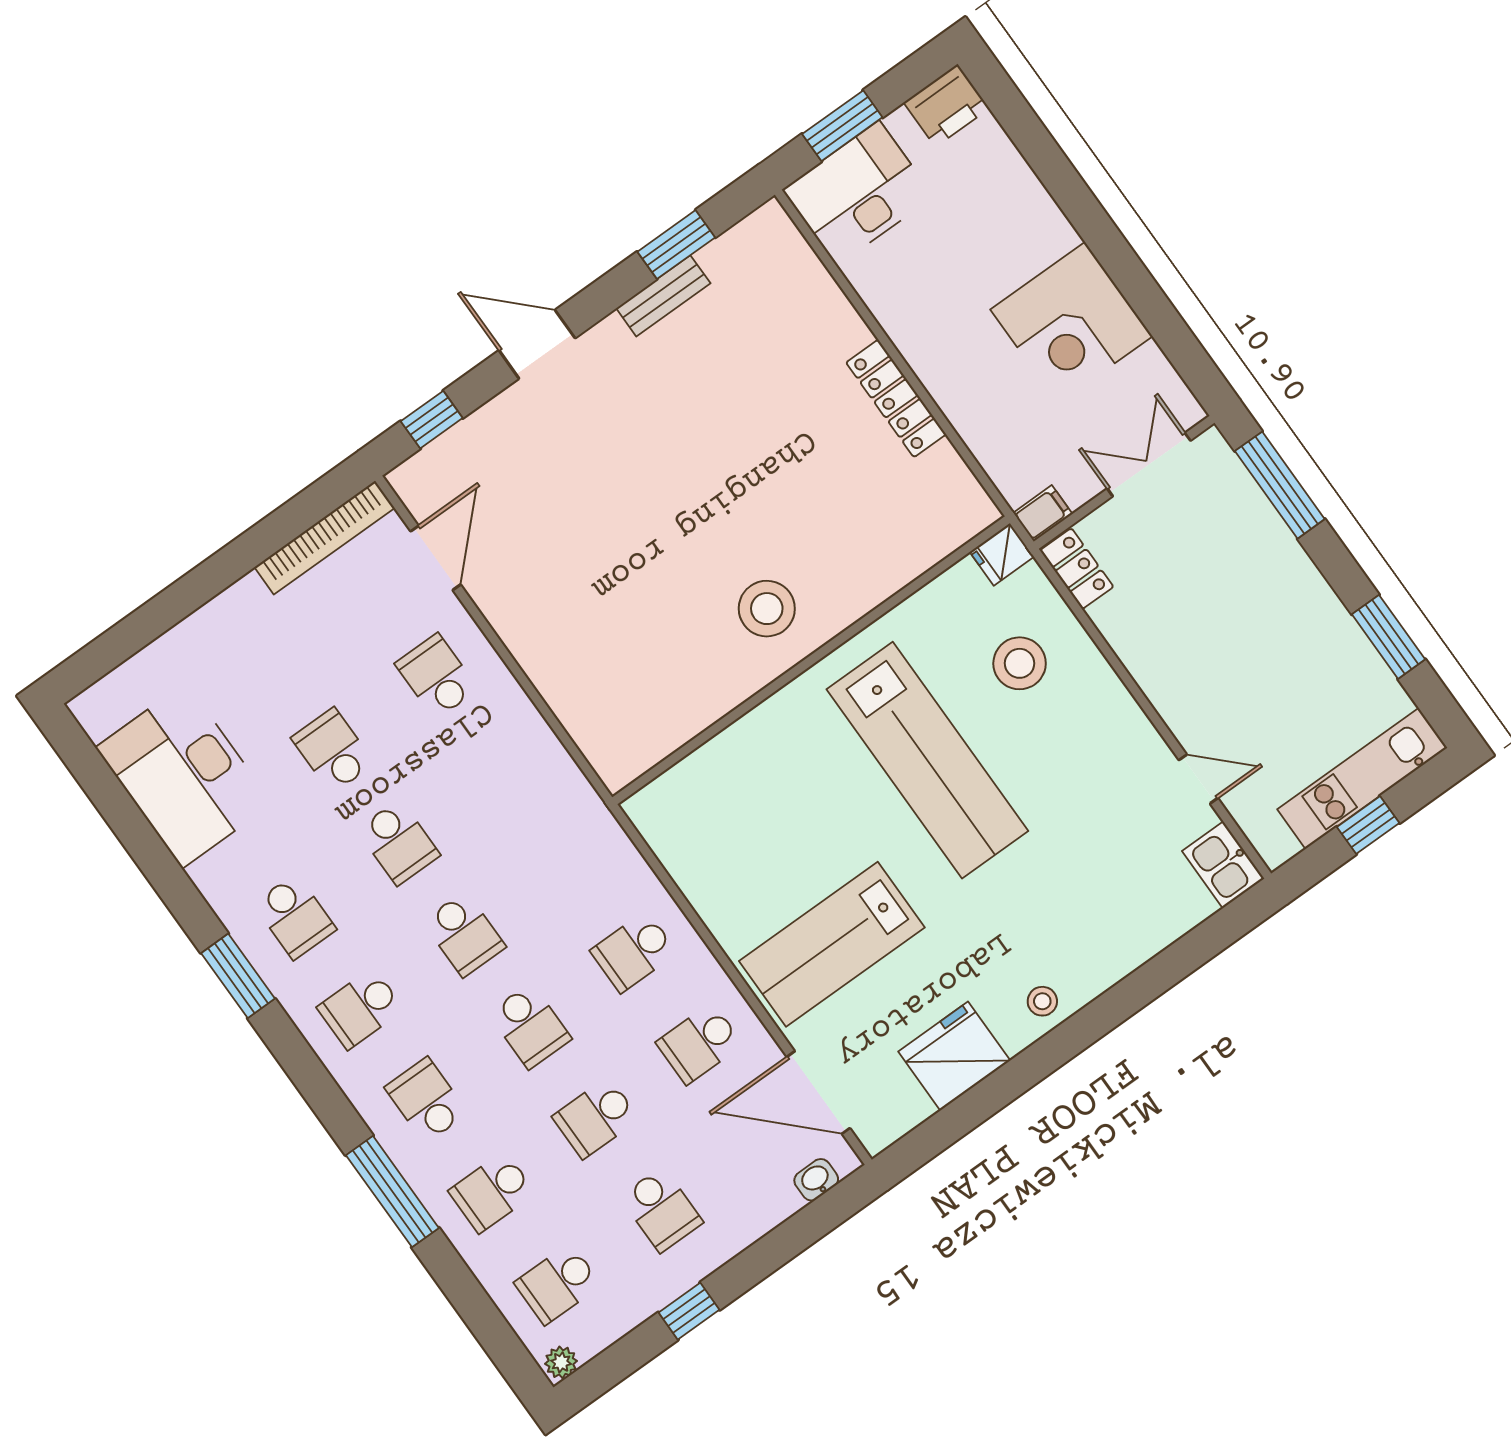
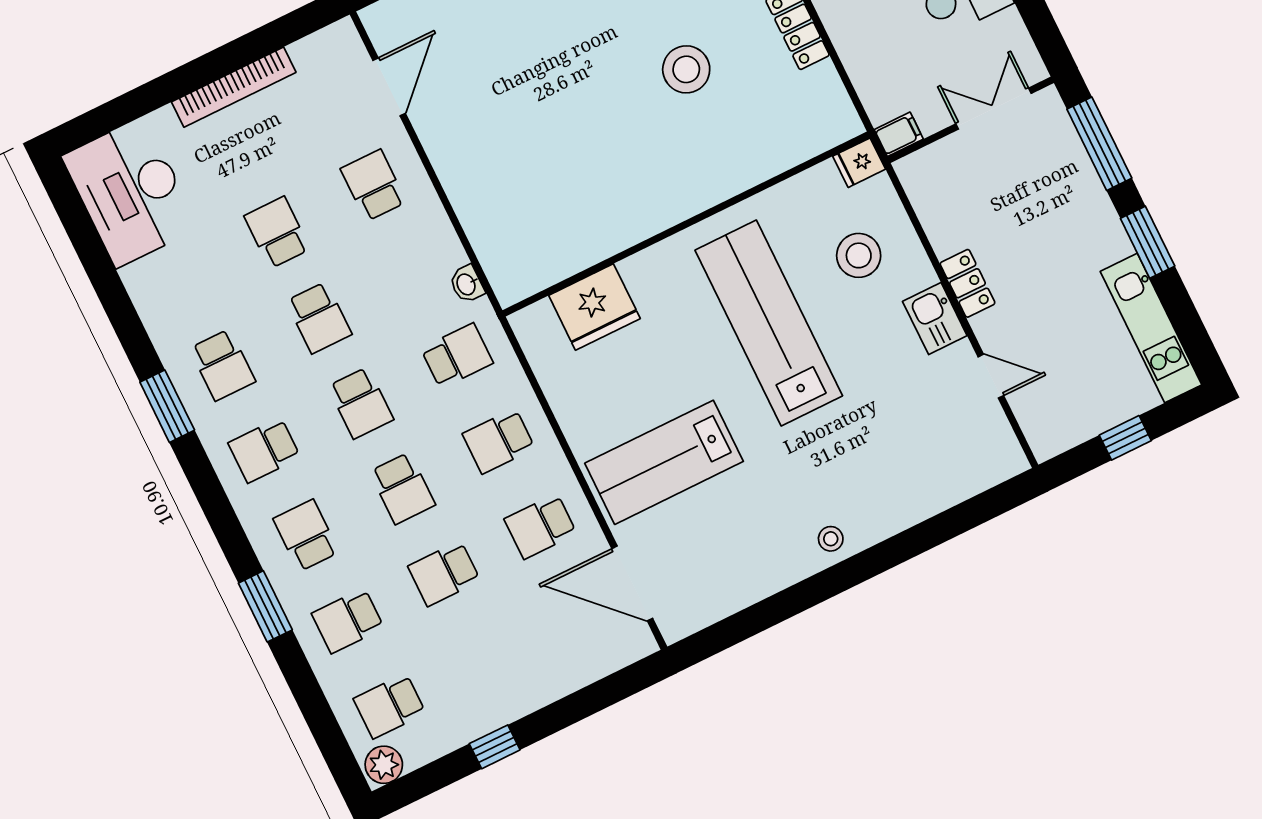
bookcase: (325, 538) -> (234, 87), moved
locker: (1077, 569) -> (967, 283), moved
stool: (767, 609) -> (686, 69), moved
window: (1388, 637) -> (1148, 242), moved
lab bench: (927, 760) -> (769, 323), turned 180
desk: (184, 776) -> (130, 192), moved
kitchen unit: (1362, 778) -> (1151, 328), moved, turned -90
kitchen sink: (1223, 865) -> (935, 319), moved
fridge: (954, 1056) -> (594, 307), moved, turned 180
washbasin: (816, 1180) -> (467, 284), moved, turned -90
window: (392, 1192) -> (265, 606), width x0.69
school desk: (661, 1210) -> (457, 356), moved, turned -90
plant: (561, 1362) -> (384, 765), width x1.38, depth x1.38

